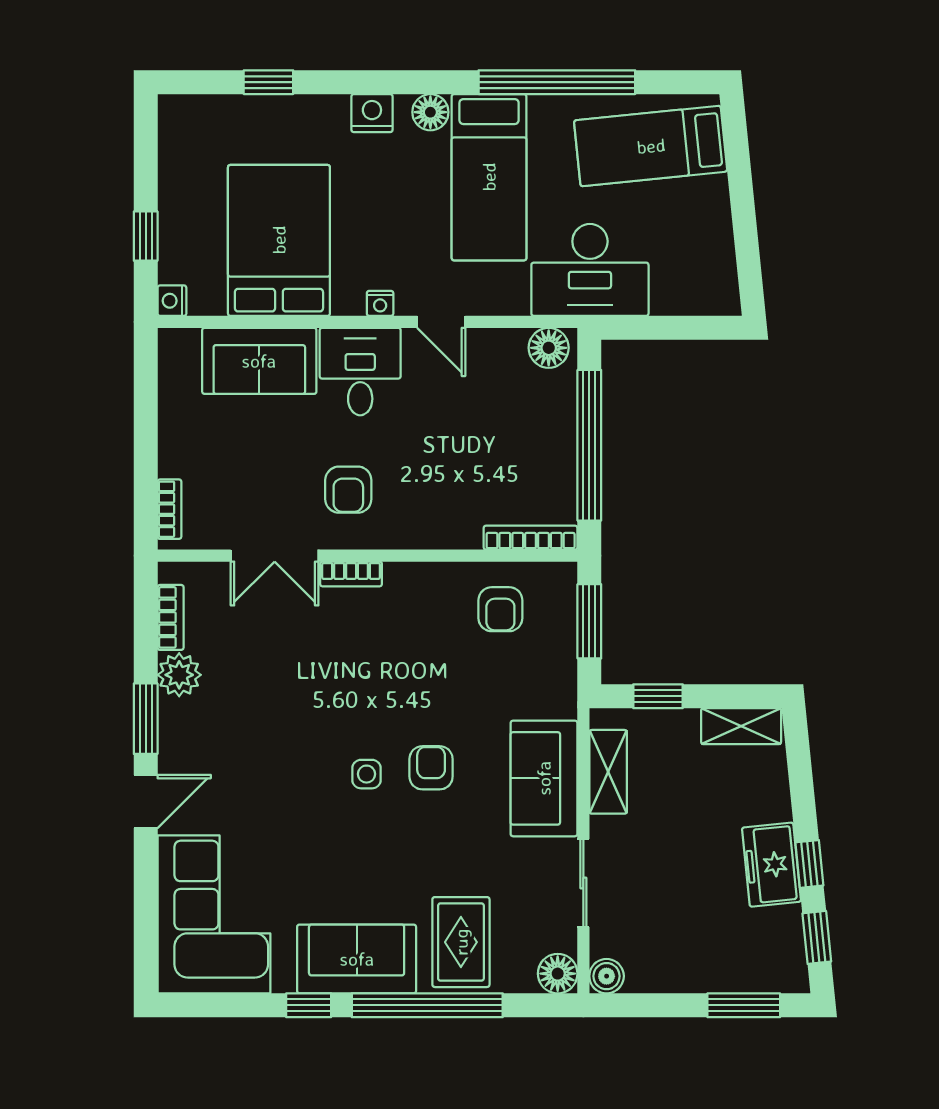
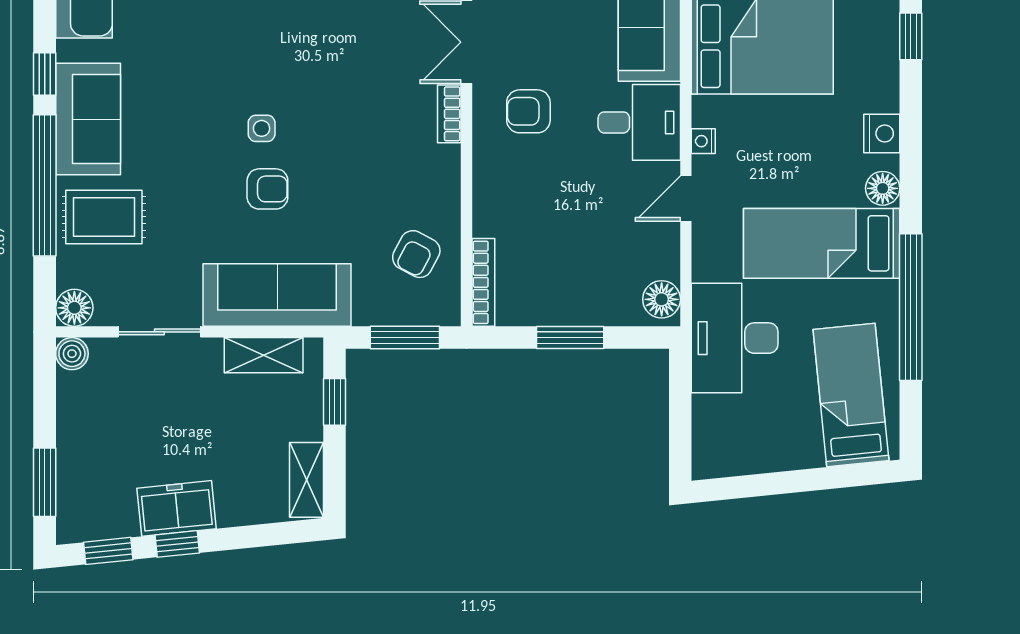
window: (589, 445) -> (570, 337), width x0.47
armchair: (500, 609) -> (416, 254), turned -62
sofa: (544, 778) -> (277, 295), width x1.36

